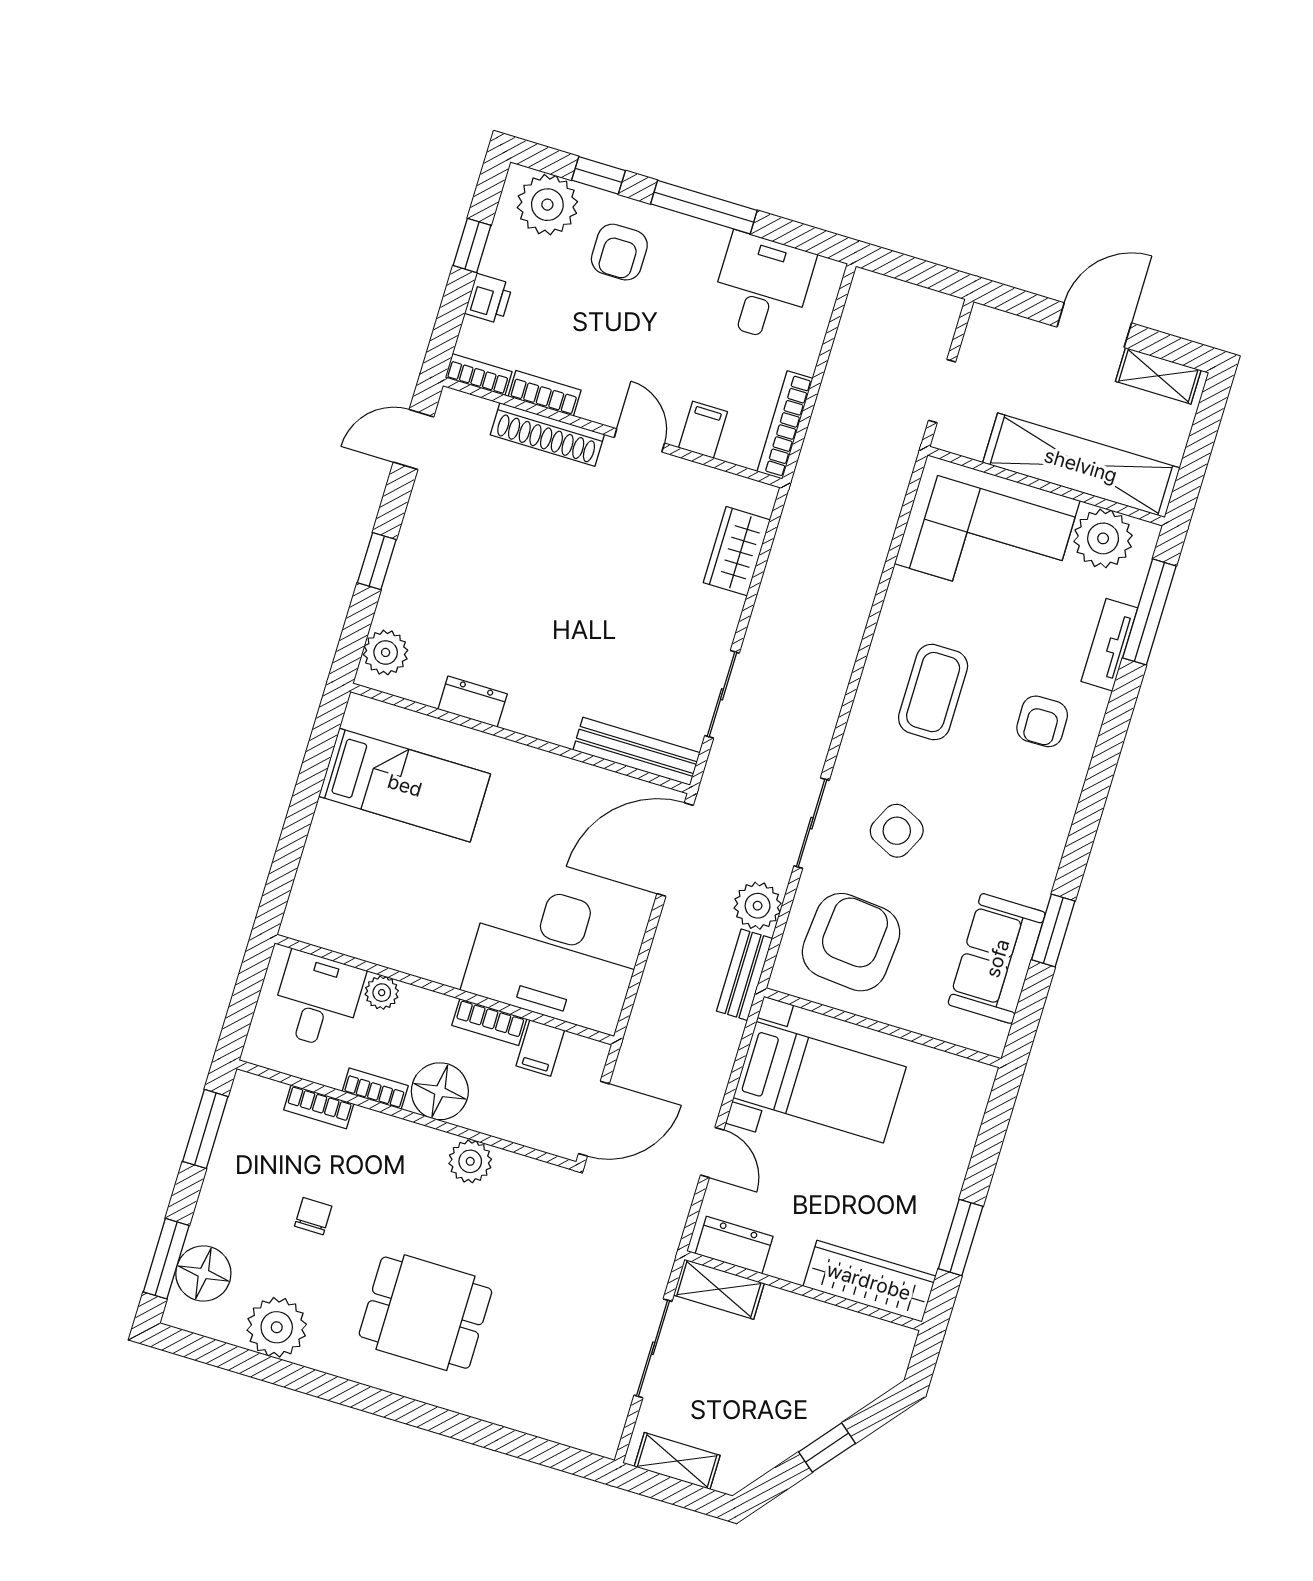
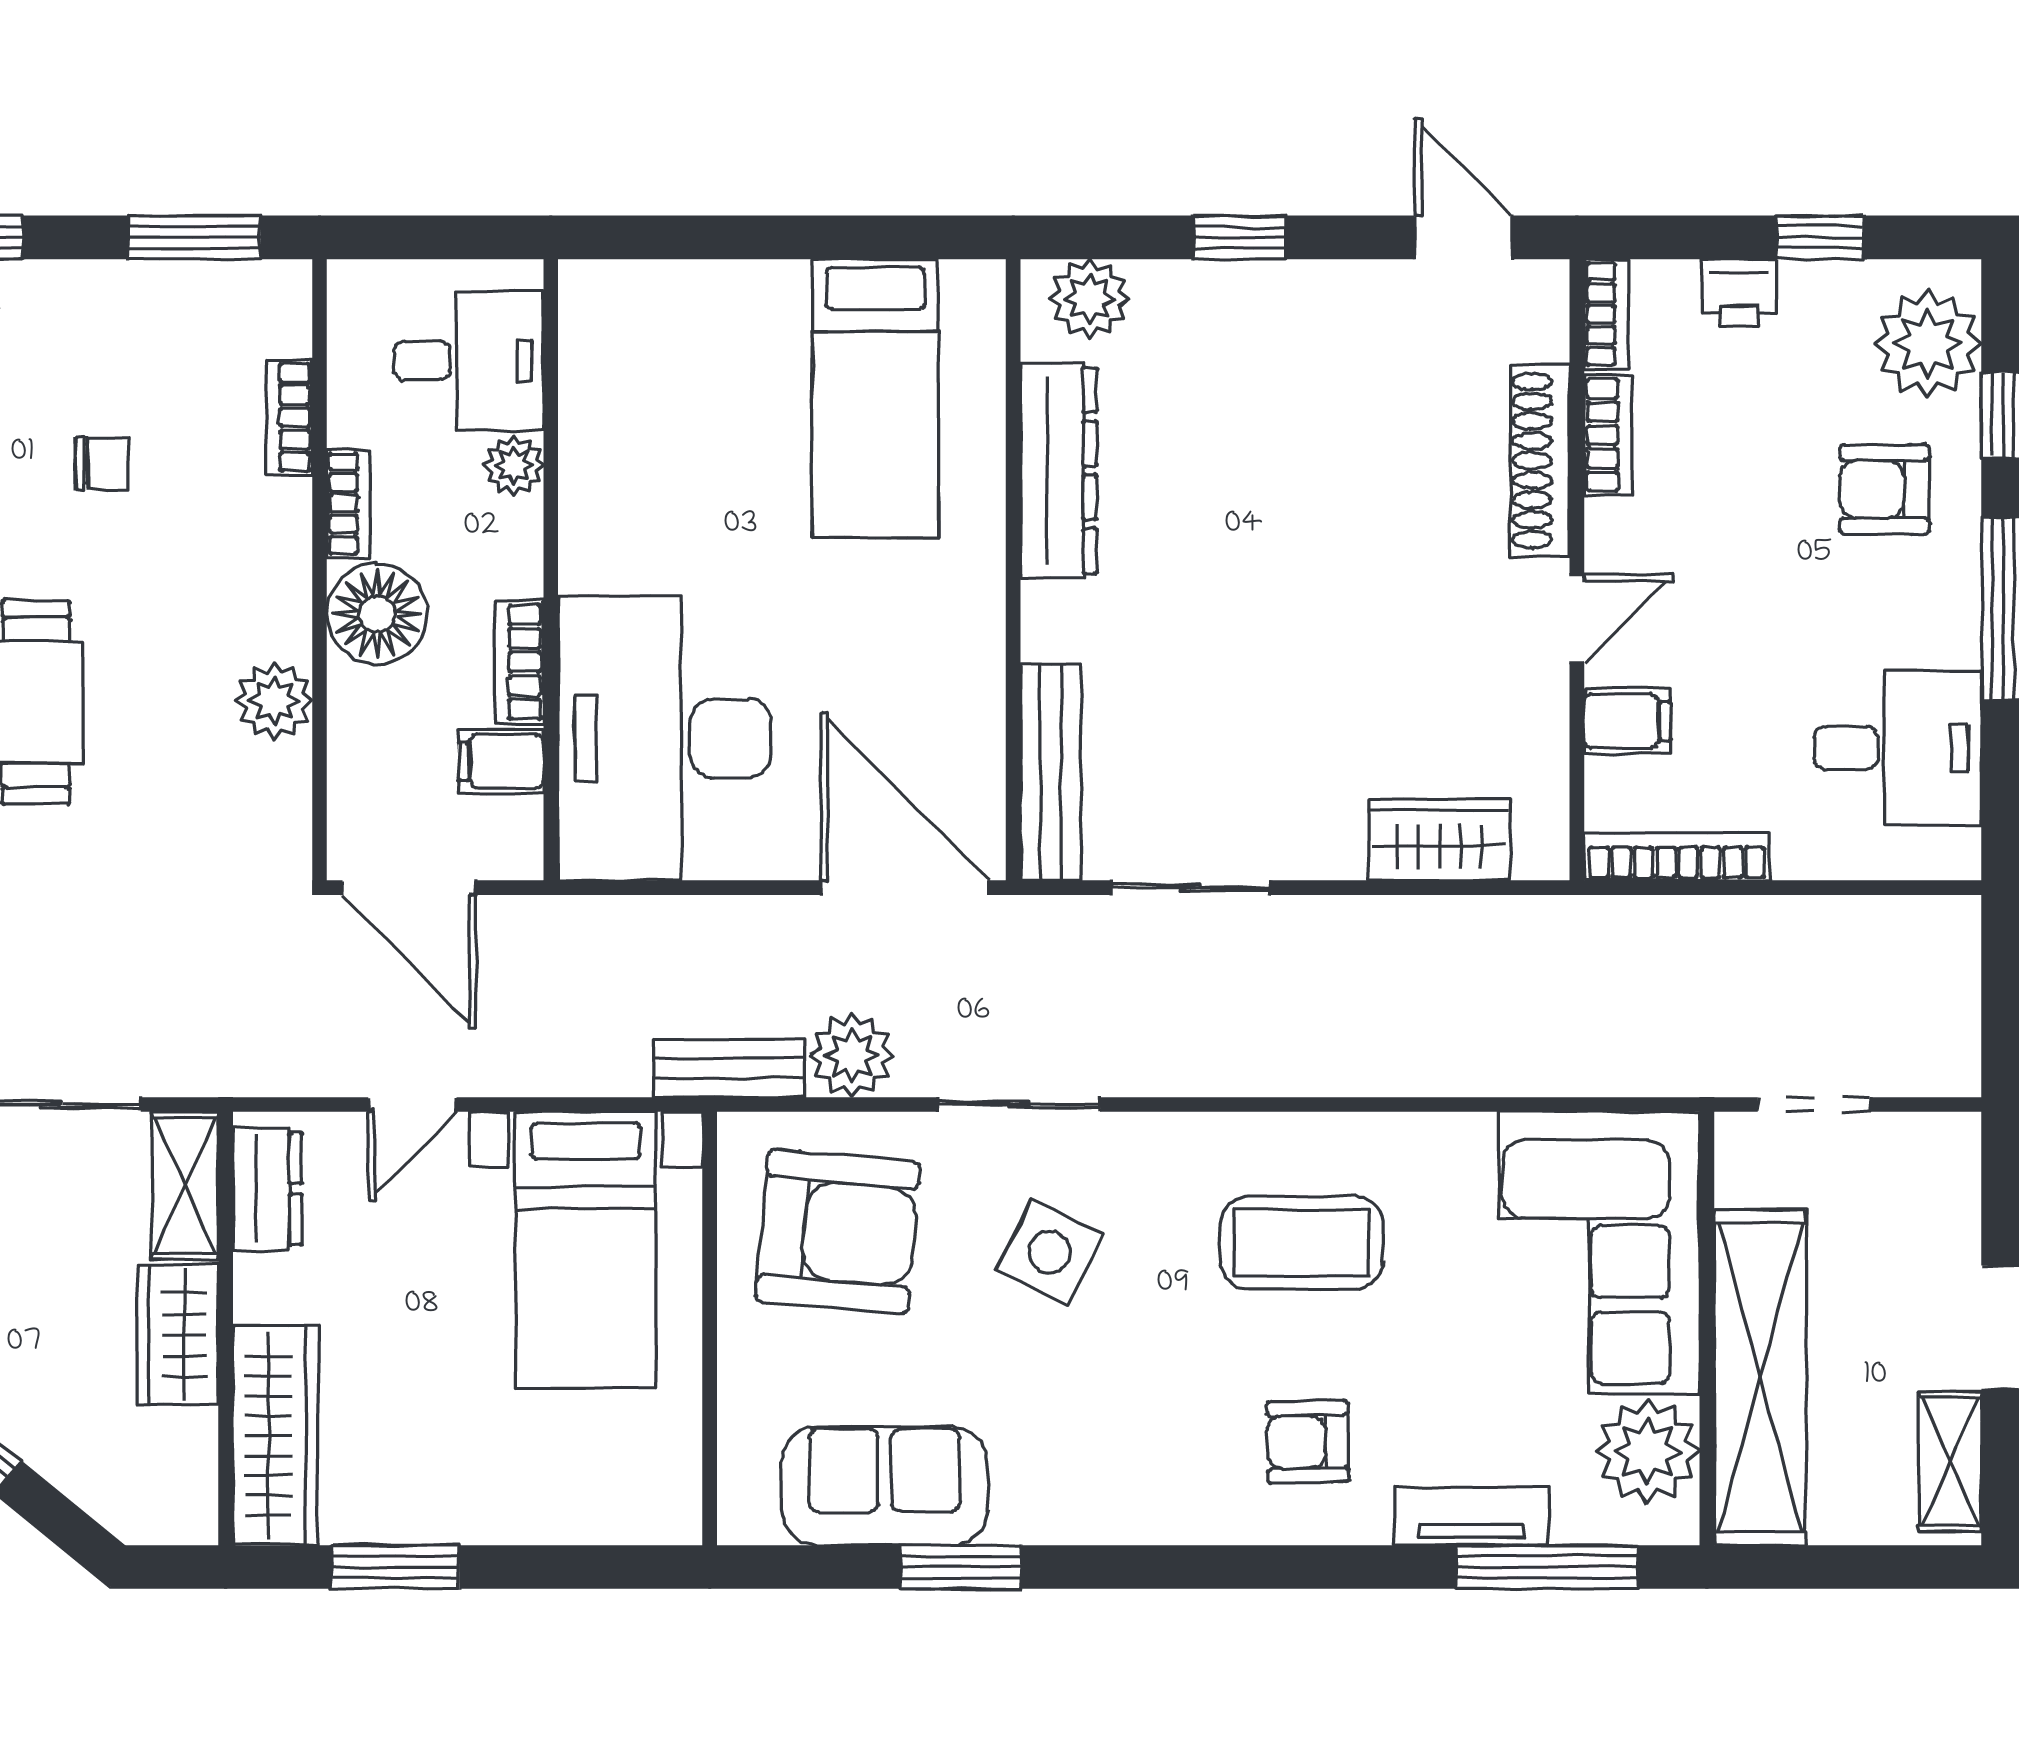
dresser: (473, 702) -> (1059, 471), width x1.96, depth x1.24
wardrobe: (799, 1318) -> (178, 1335), added

